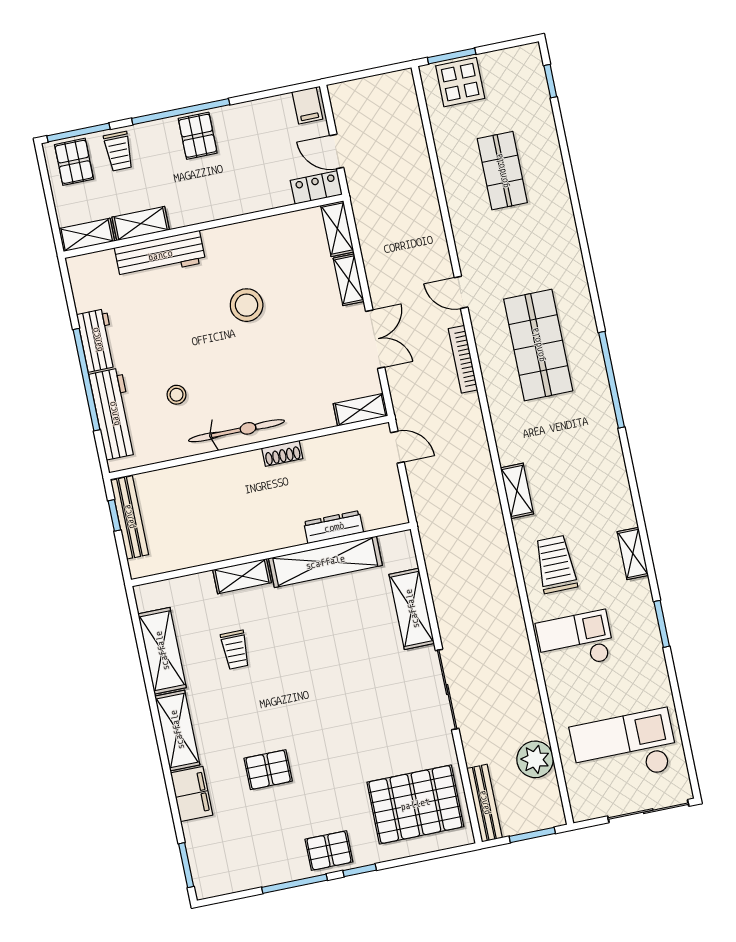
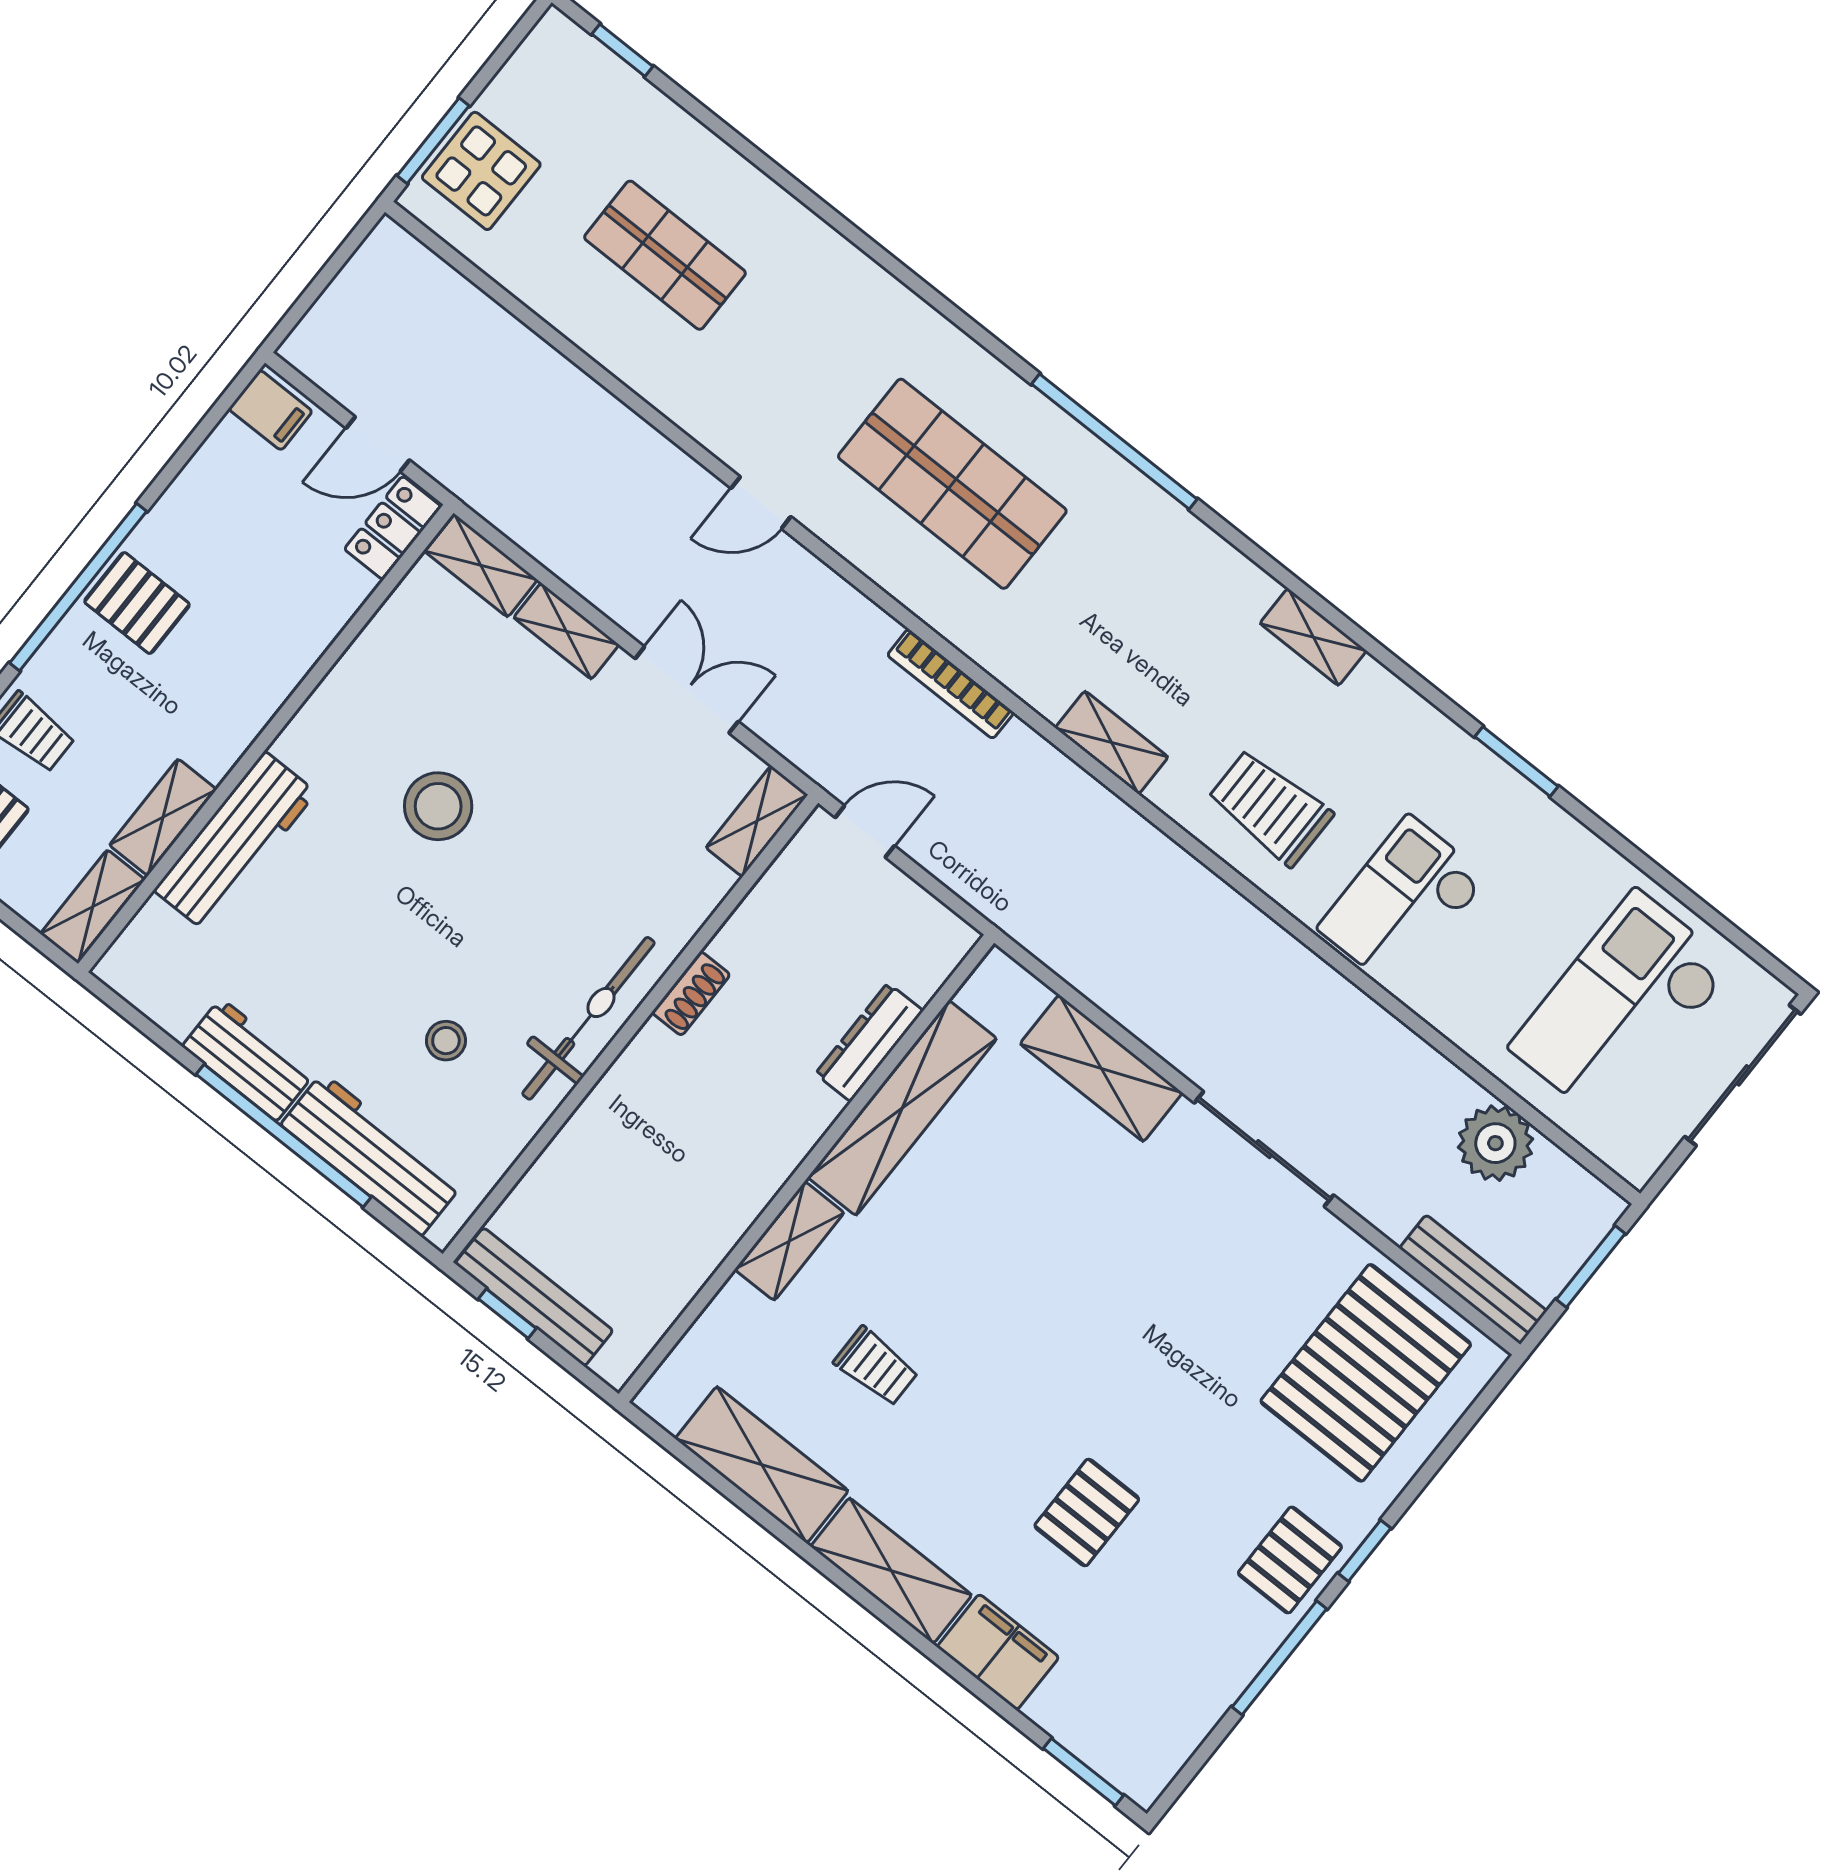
bookcase: (463, 359) -> (951, 684), moved
shelving: (633, 554) -> (1313, 637), moved

